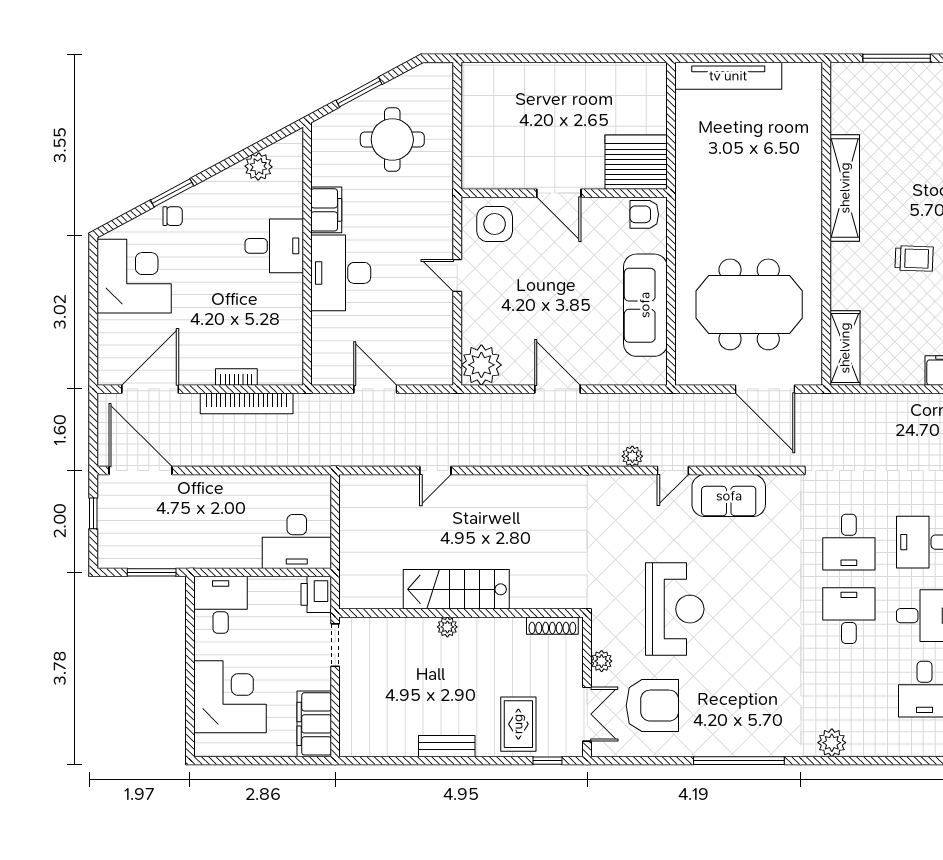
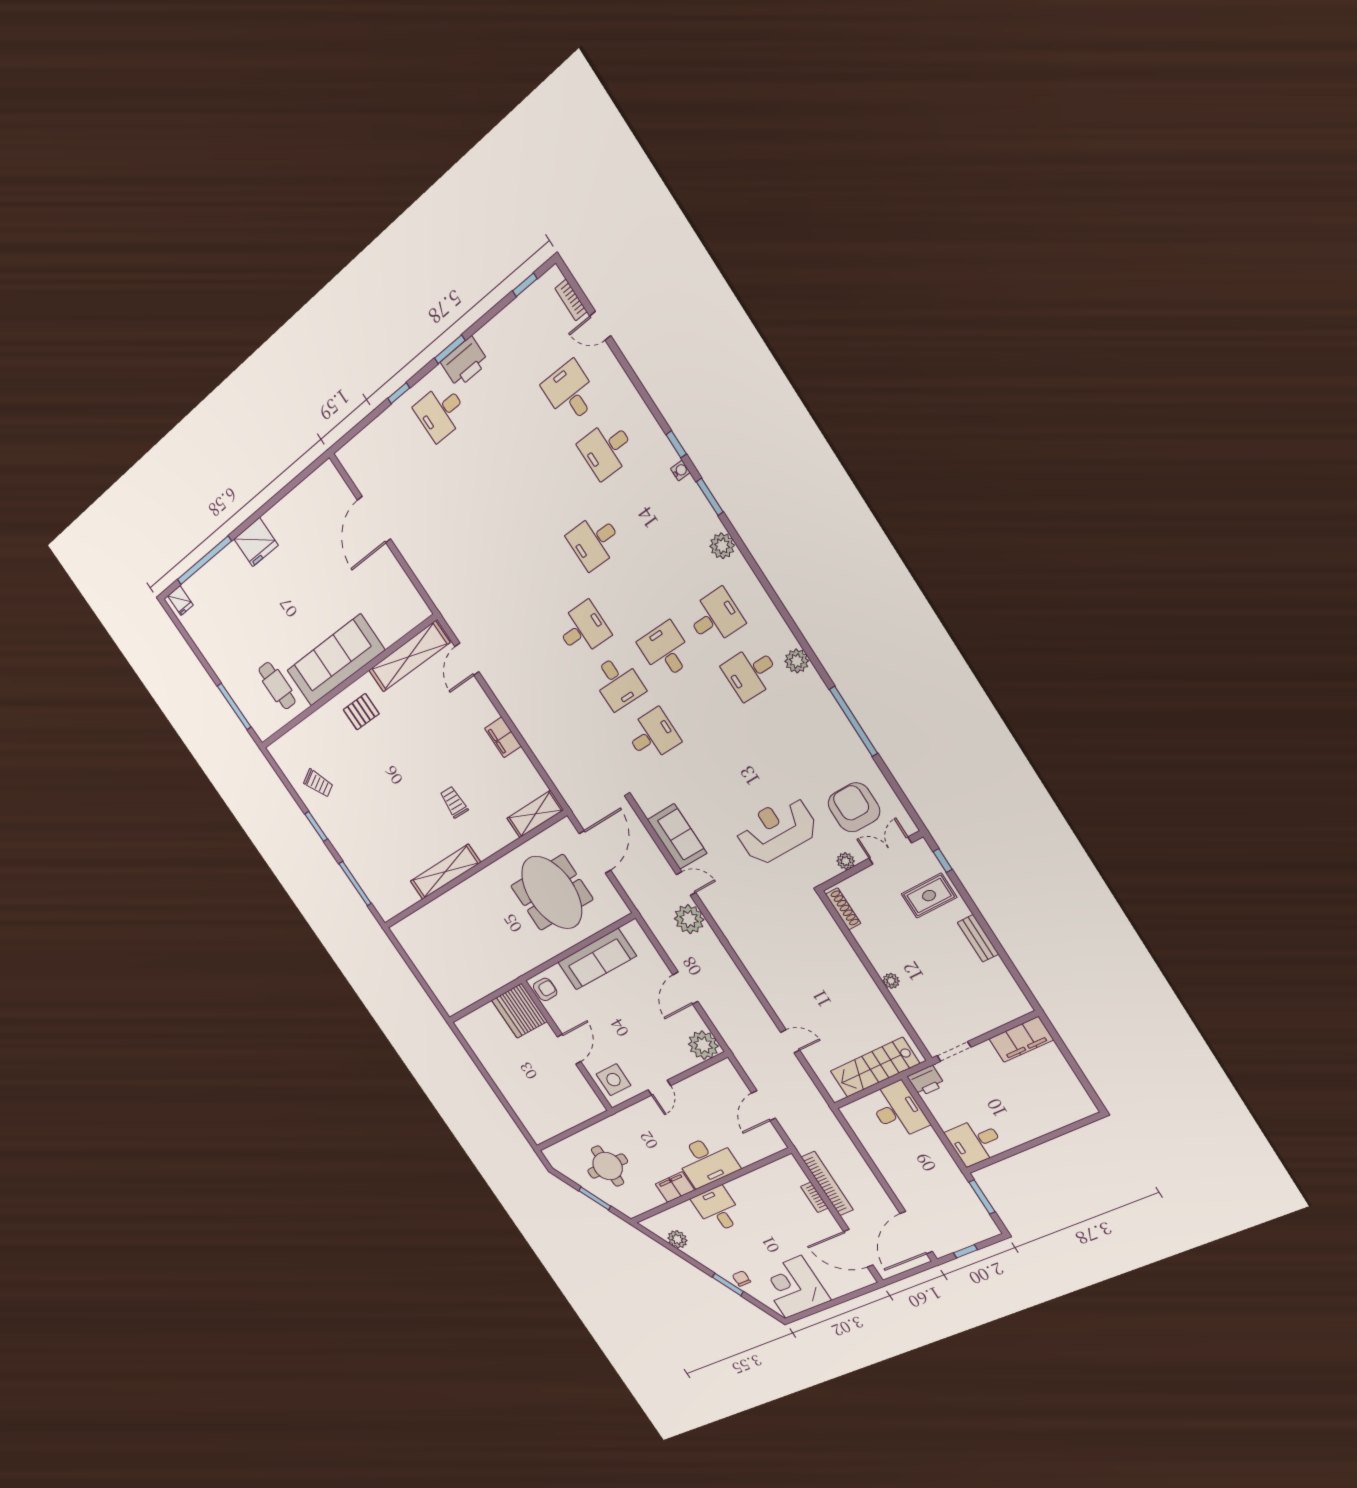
tv unit: (728, 76) -> (435, 981), removed
armchair: (644, 214) -> (545, 989), turned -90
plant: (632, 456) -> (689, 919), width x1.88, depth x1.88
stairs: (456, 589) -> (875, 1067), moved, turned 90
desk: (849, 616) -> (751, 672), moved
corner desk: (230, 697) -> (1038, 1106), removed

